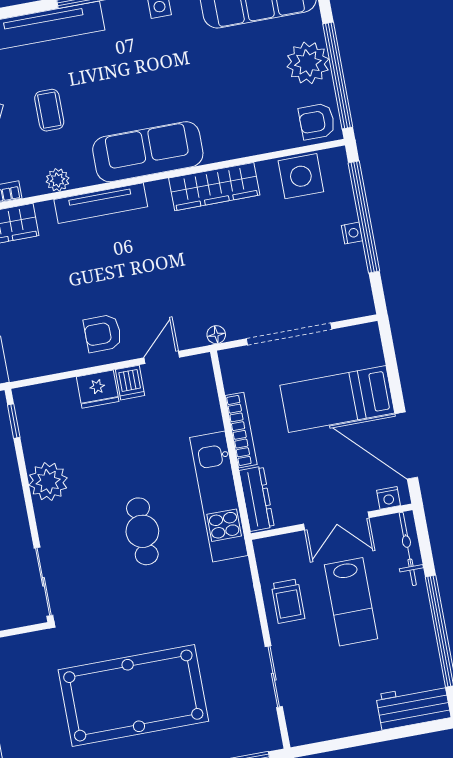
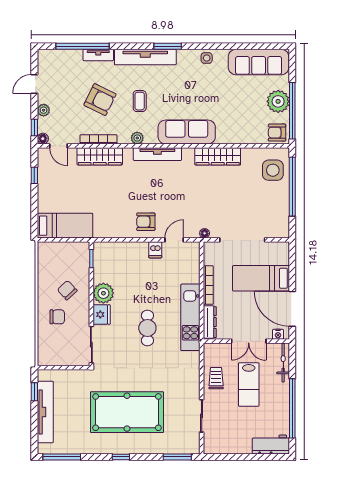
side table: (301, 176) -> (273, 170), moved
nightstand: (352, 233) -> (285, 194), removed
fridge: (98, 389) -> (102, 314), moved, turned -90
trolley: (288, 601) -> (216, 378), turned 180

